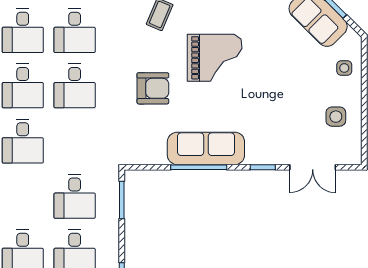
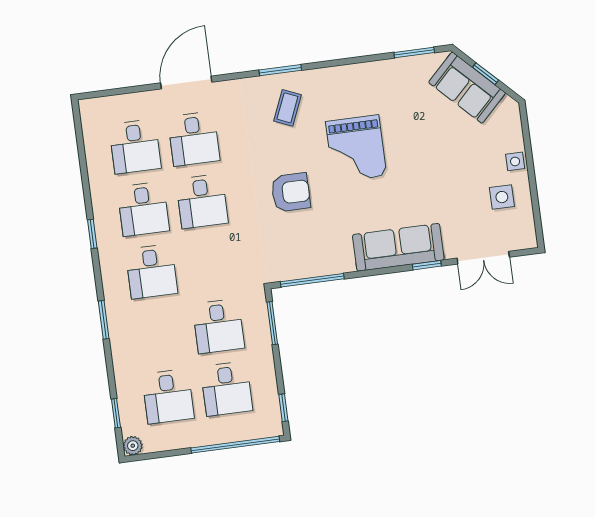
grand piano: (215, 58) -> (356, 149), turned 90
side table: (344, 68) -> (515, 161), moved
sofa: (206, 148) -> (398, 247), moved
window: (199, 167) -> (312, 280), moved

